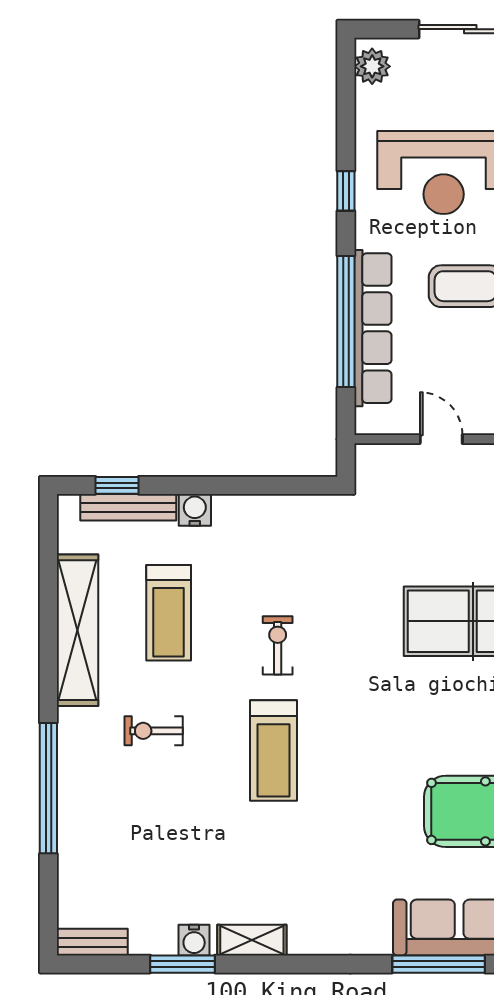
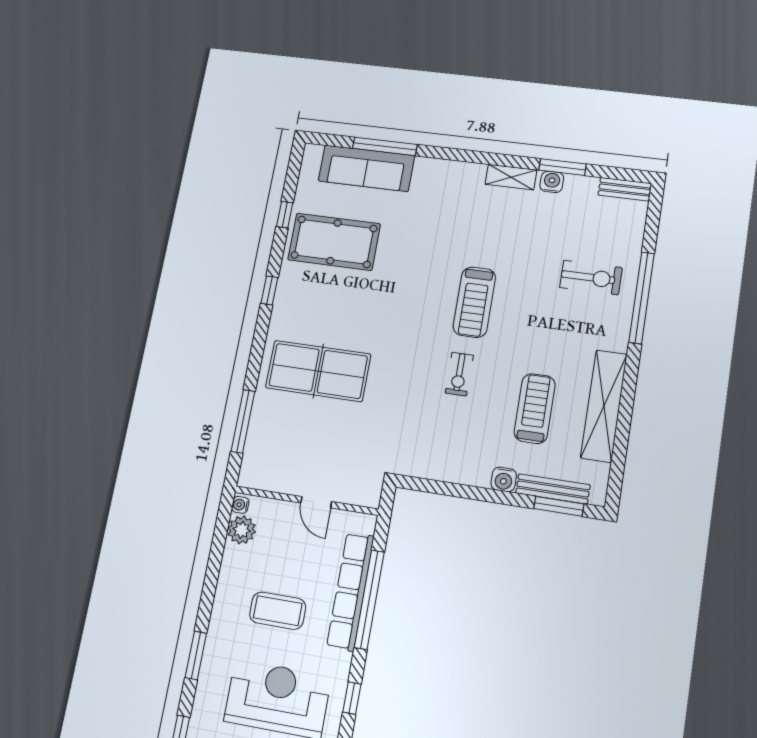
window: (117, 485) -> (559, 506), width x1.50
exercise bike: (154, 731) -> (591, 278), moved, width x1.38, depth x1.39
treadmill: (274, 750) -> (474, 302), turned 180

